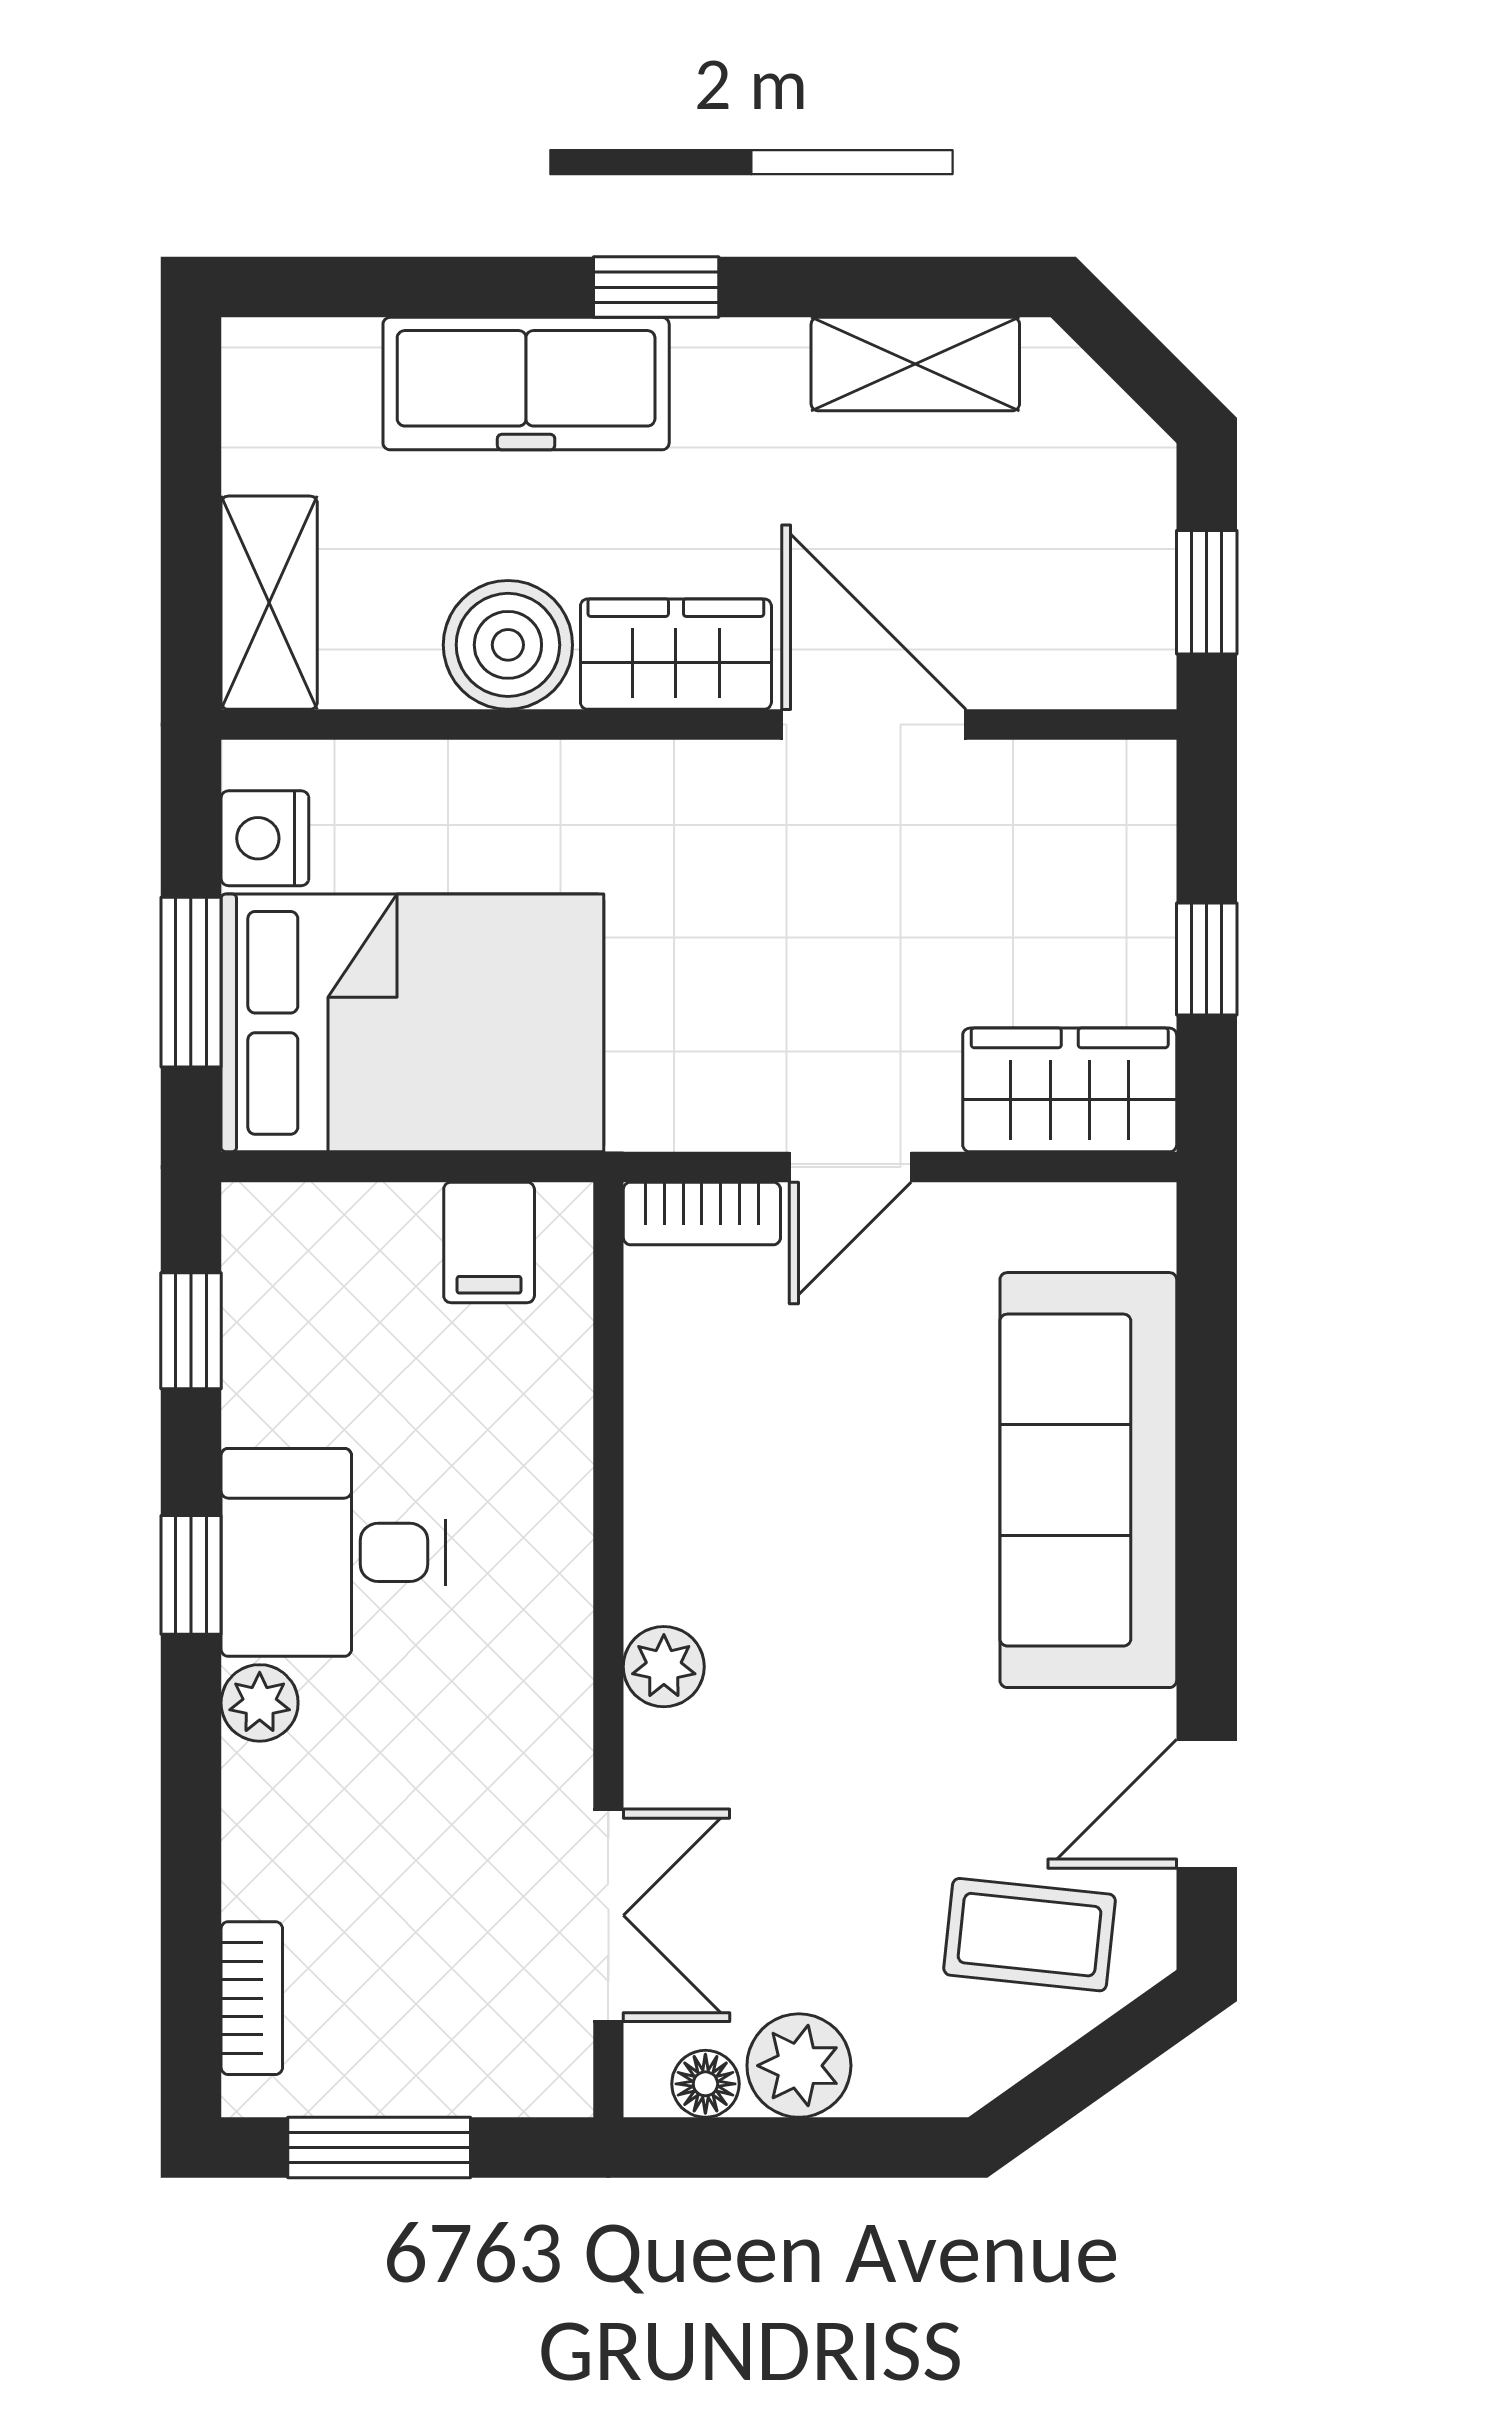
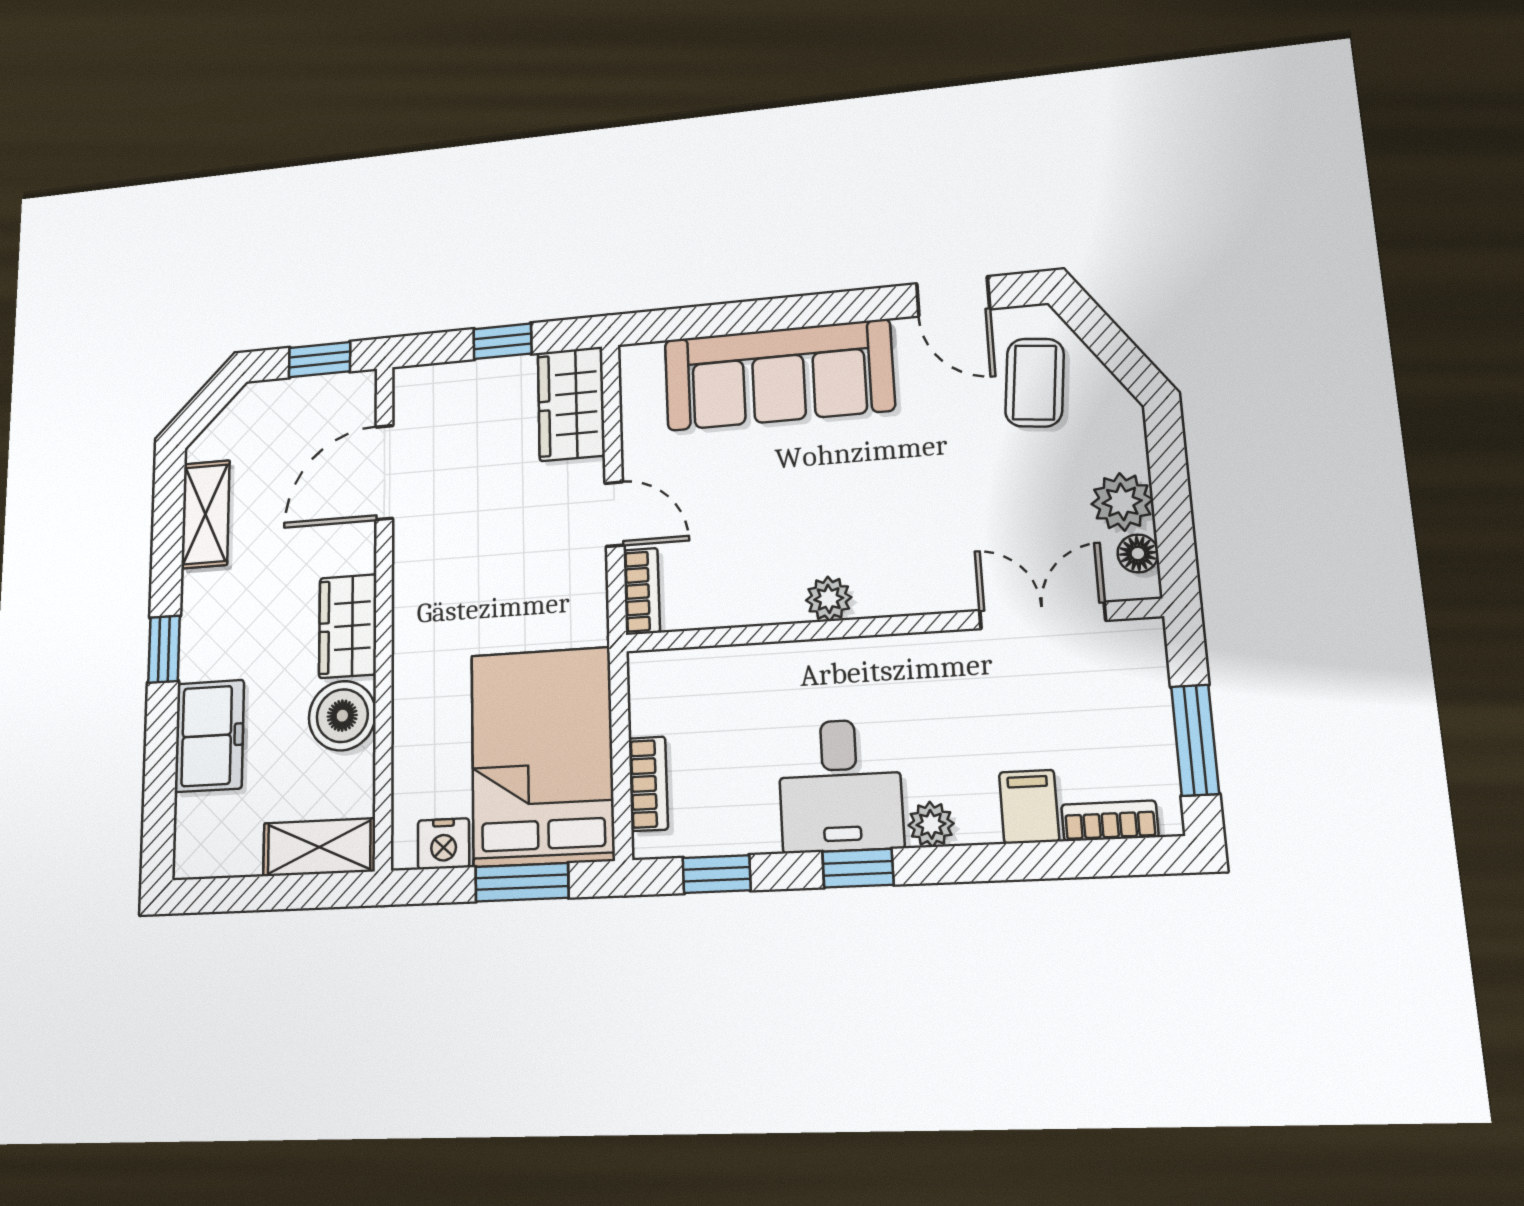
freezer: (526, 384) -> (209, 736), width x0.71
door: (874, 725) -> (384, 472), moved
bookcase: (354, 1215) -> (648, 784), added
filing cabinet: (489, 1242) -> (1029, 807), moved, turned -90
plant: (664, 1667) -> (829, 599), moved

